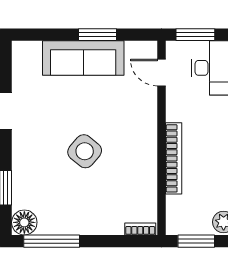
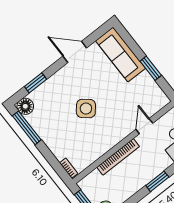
sofa: (83, 58) -> (121, 54), moved
door: (161, 73) -> (144, 126), moved

